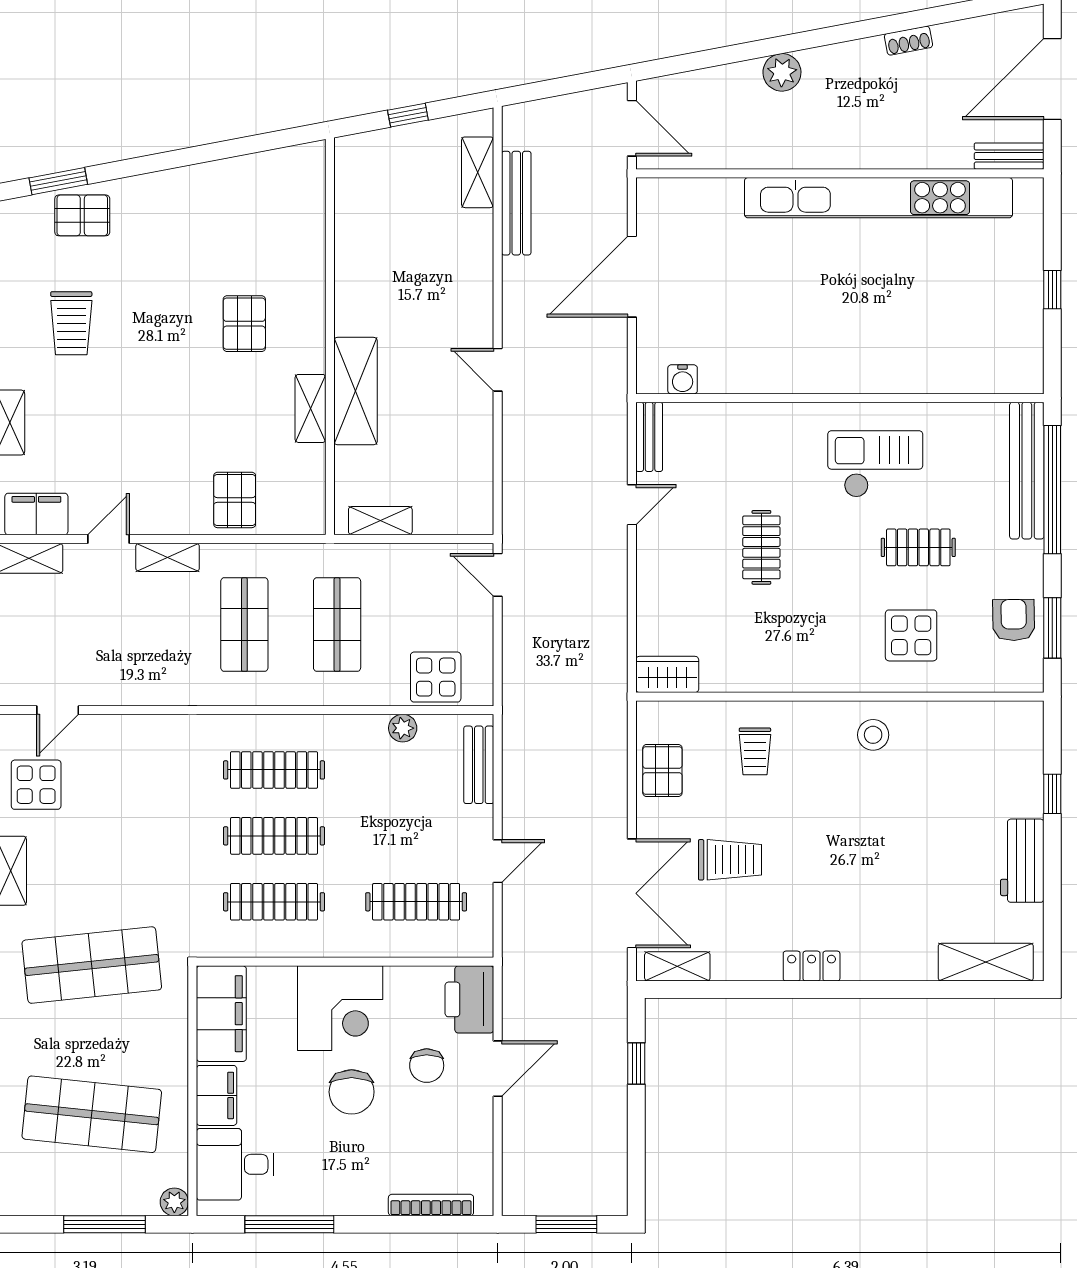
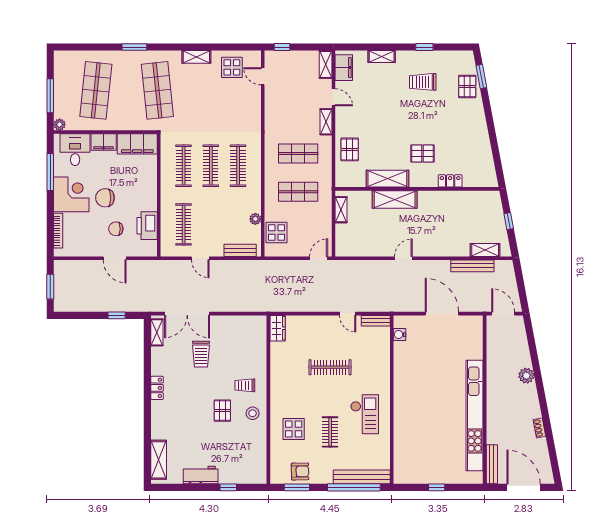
door: (632, 128) -> (503, 314), swing flipped
bench: (1009, 156) -> (492, 464), width x1.36
locker: (311, 257) -> (450, 181), added
shelving: (311, 408) -> (387, 179), width x1.50, depth x1.33
pallet: (235, 500) -> (350, 149), turned 90
clothes rail: (761, 547) -> (330, 367), width x1.36
trolley: (755, 751) -> (245, 385), moved
pallet: (662, 770) -> (222, 411), moved, turned 90
printer: (469, 999) -> (147, 226), moved, turned -90
corner desk: (340, 1008) -> (71, 194), moved, turned 180

